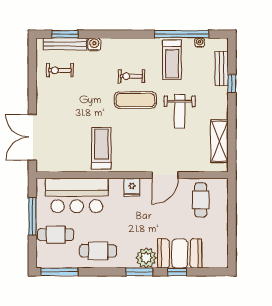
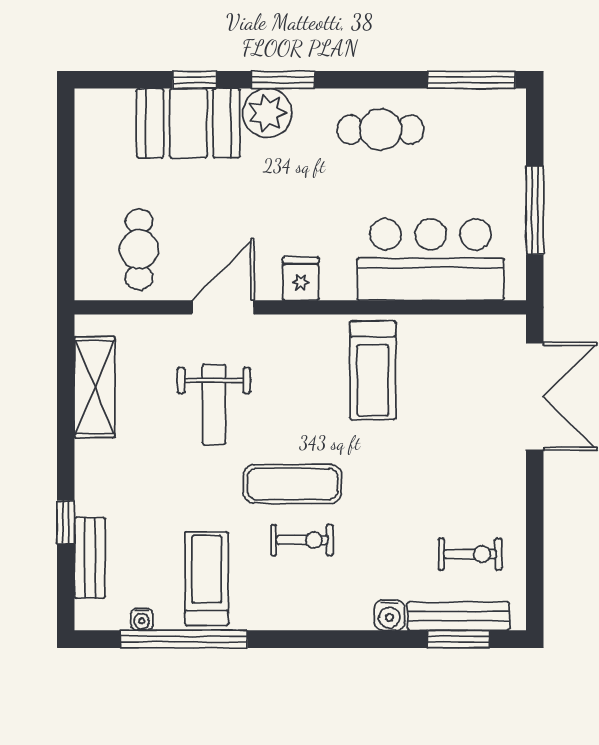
weight bench: (180, 111) -> (214, 405), moved, turned 180
cafe table: (56, 235) -> (480, 167), removed

